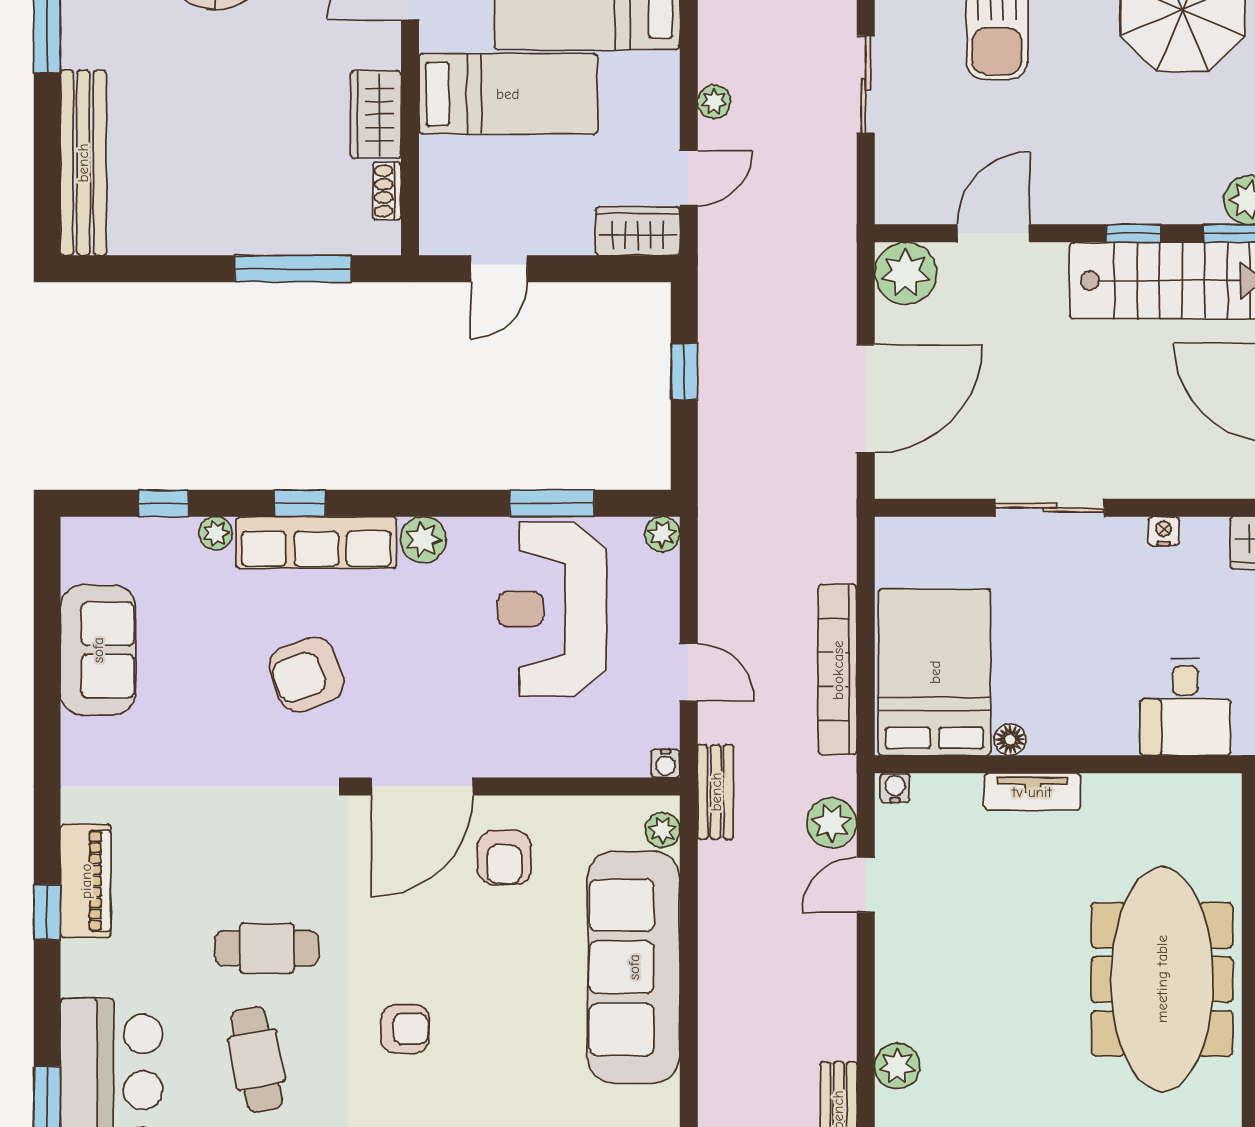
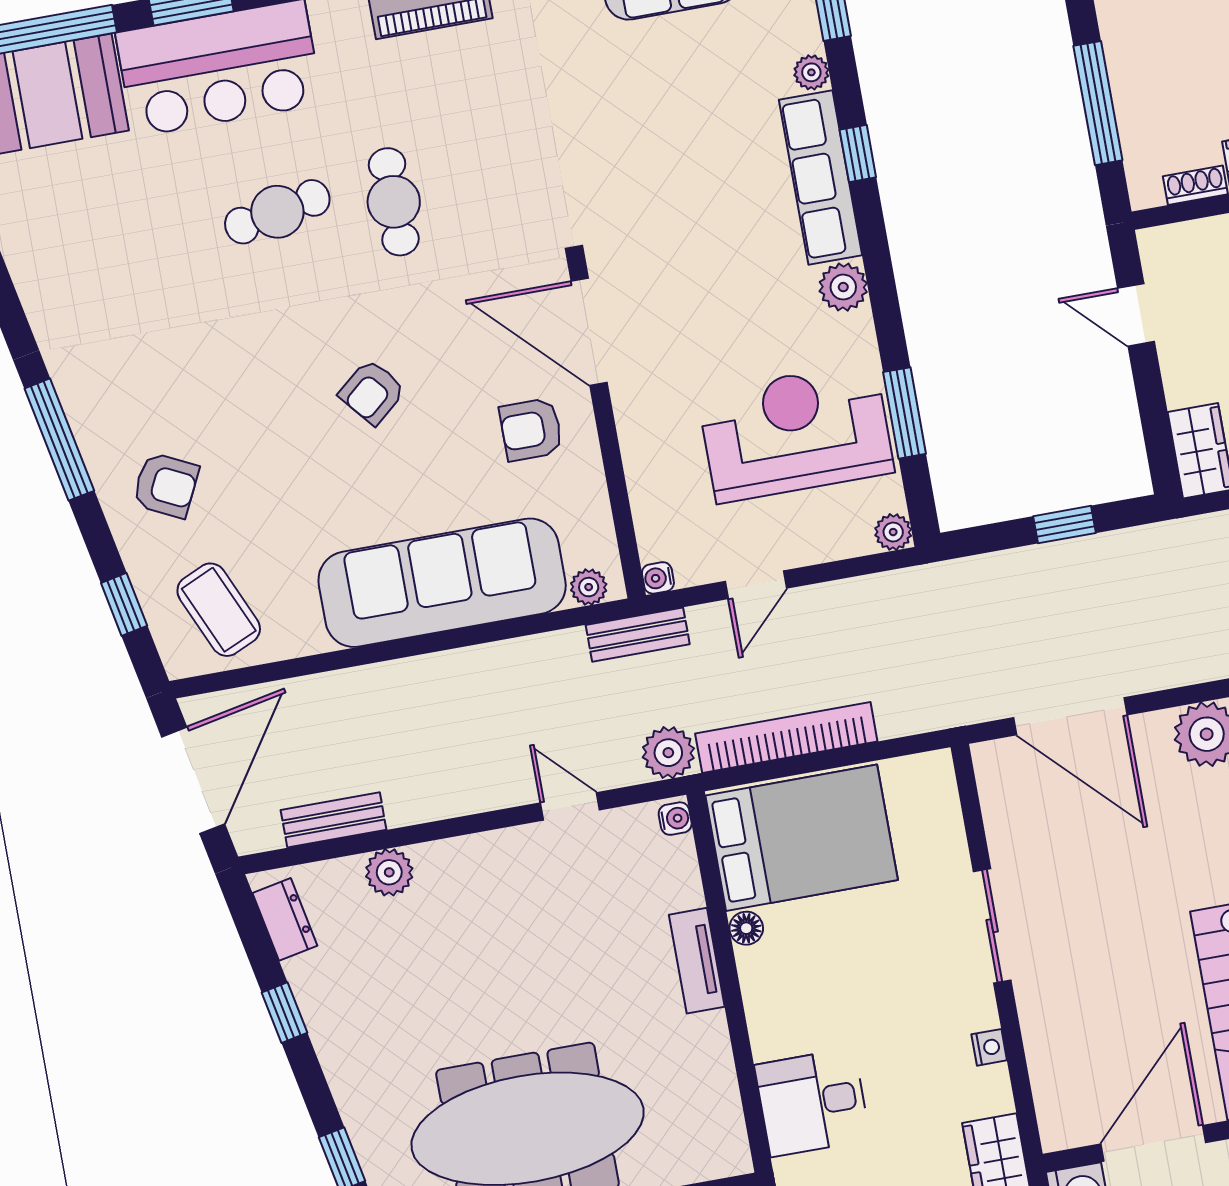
armchair: (307, 674) -> (683, 192), removed
plant: (832, 823) -> (668, 753), moved
armchair: (405, 1029) -> (372, 392), moved, turned 50

